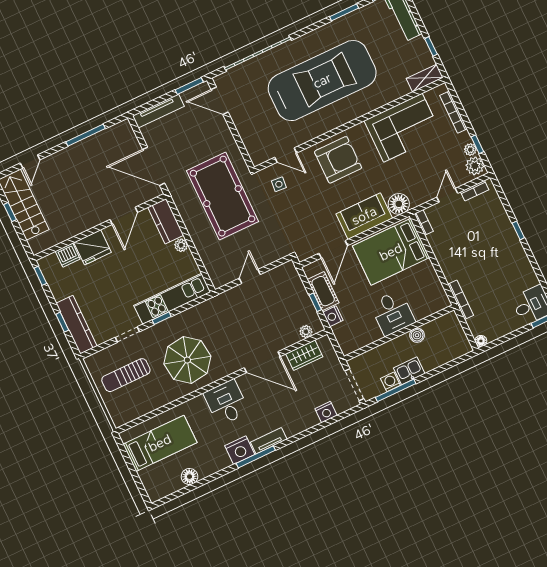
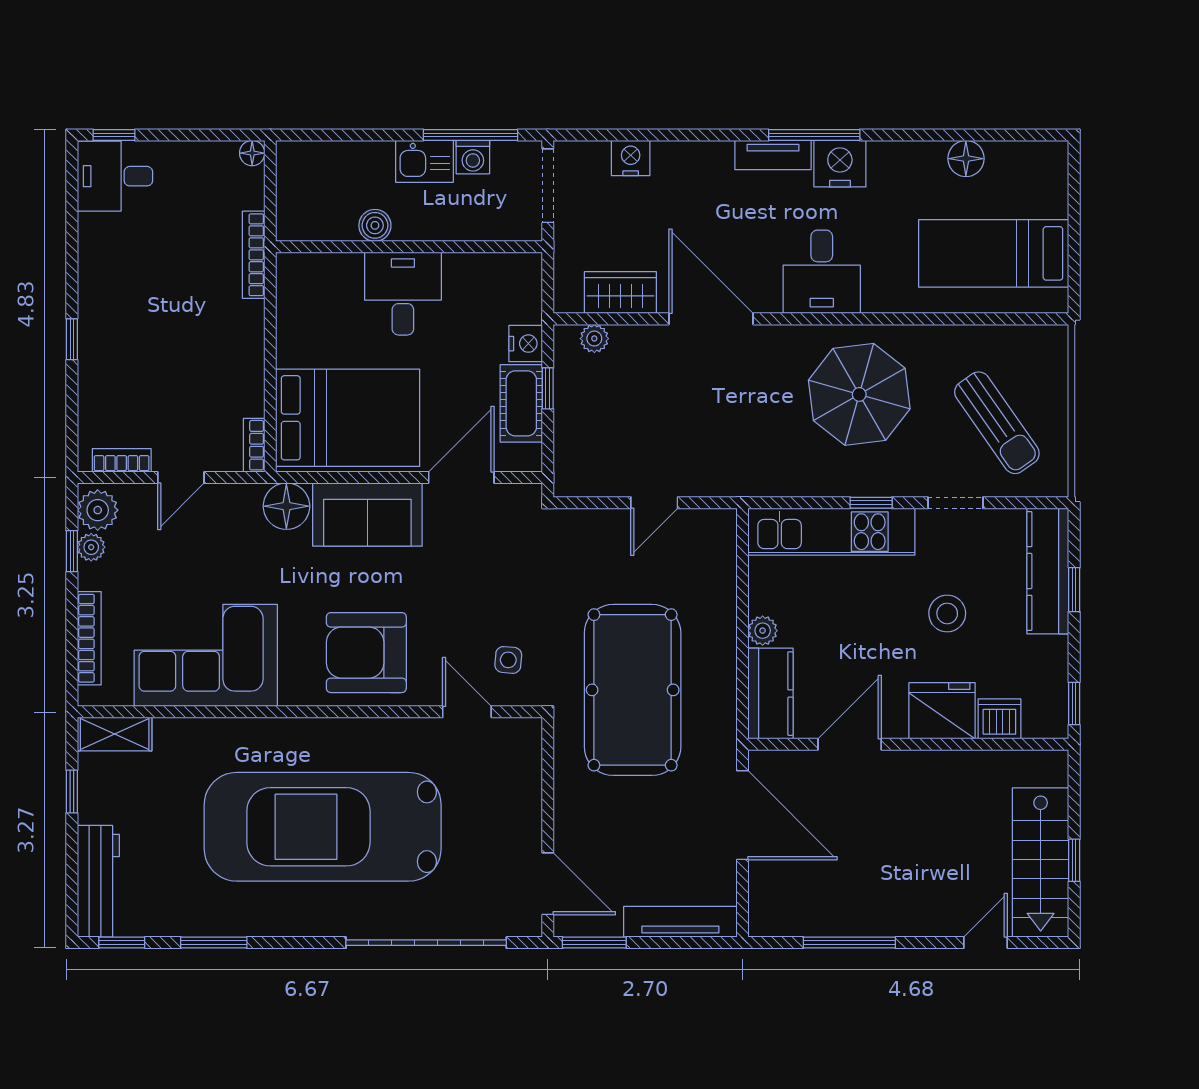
stool: (109, 288) -> (947, 613), added
sun lounger: (126, 375) -> (997, 423), turned 55

